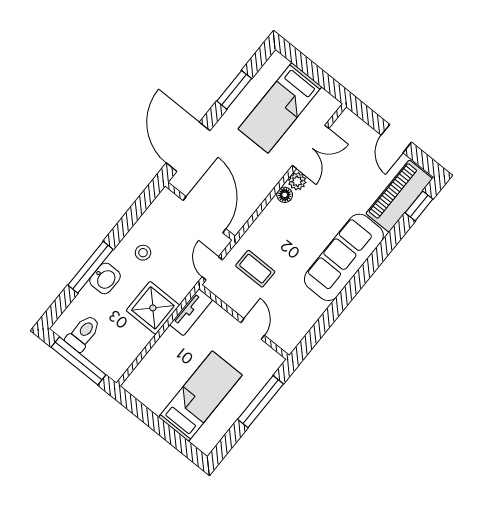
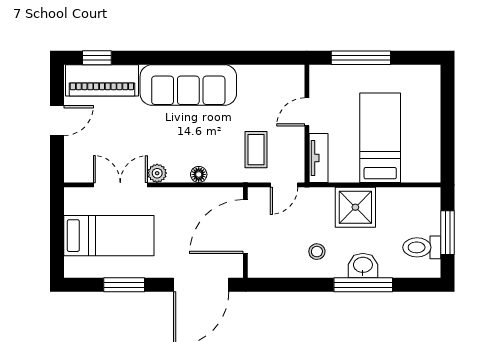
floor lamp: (285, 195) -> (199, 174), moved
tv unit: (191, 312) -> (318, 158), moved, turned 90
window: (79, 361) -> (448, 233), width x0.69
bed: (200, 396) -> (380, 138), moved, turned 90

